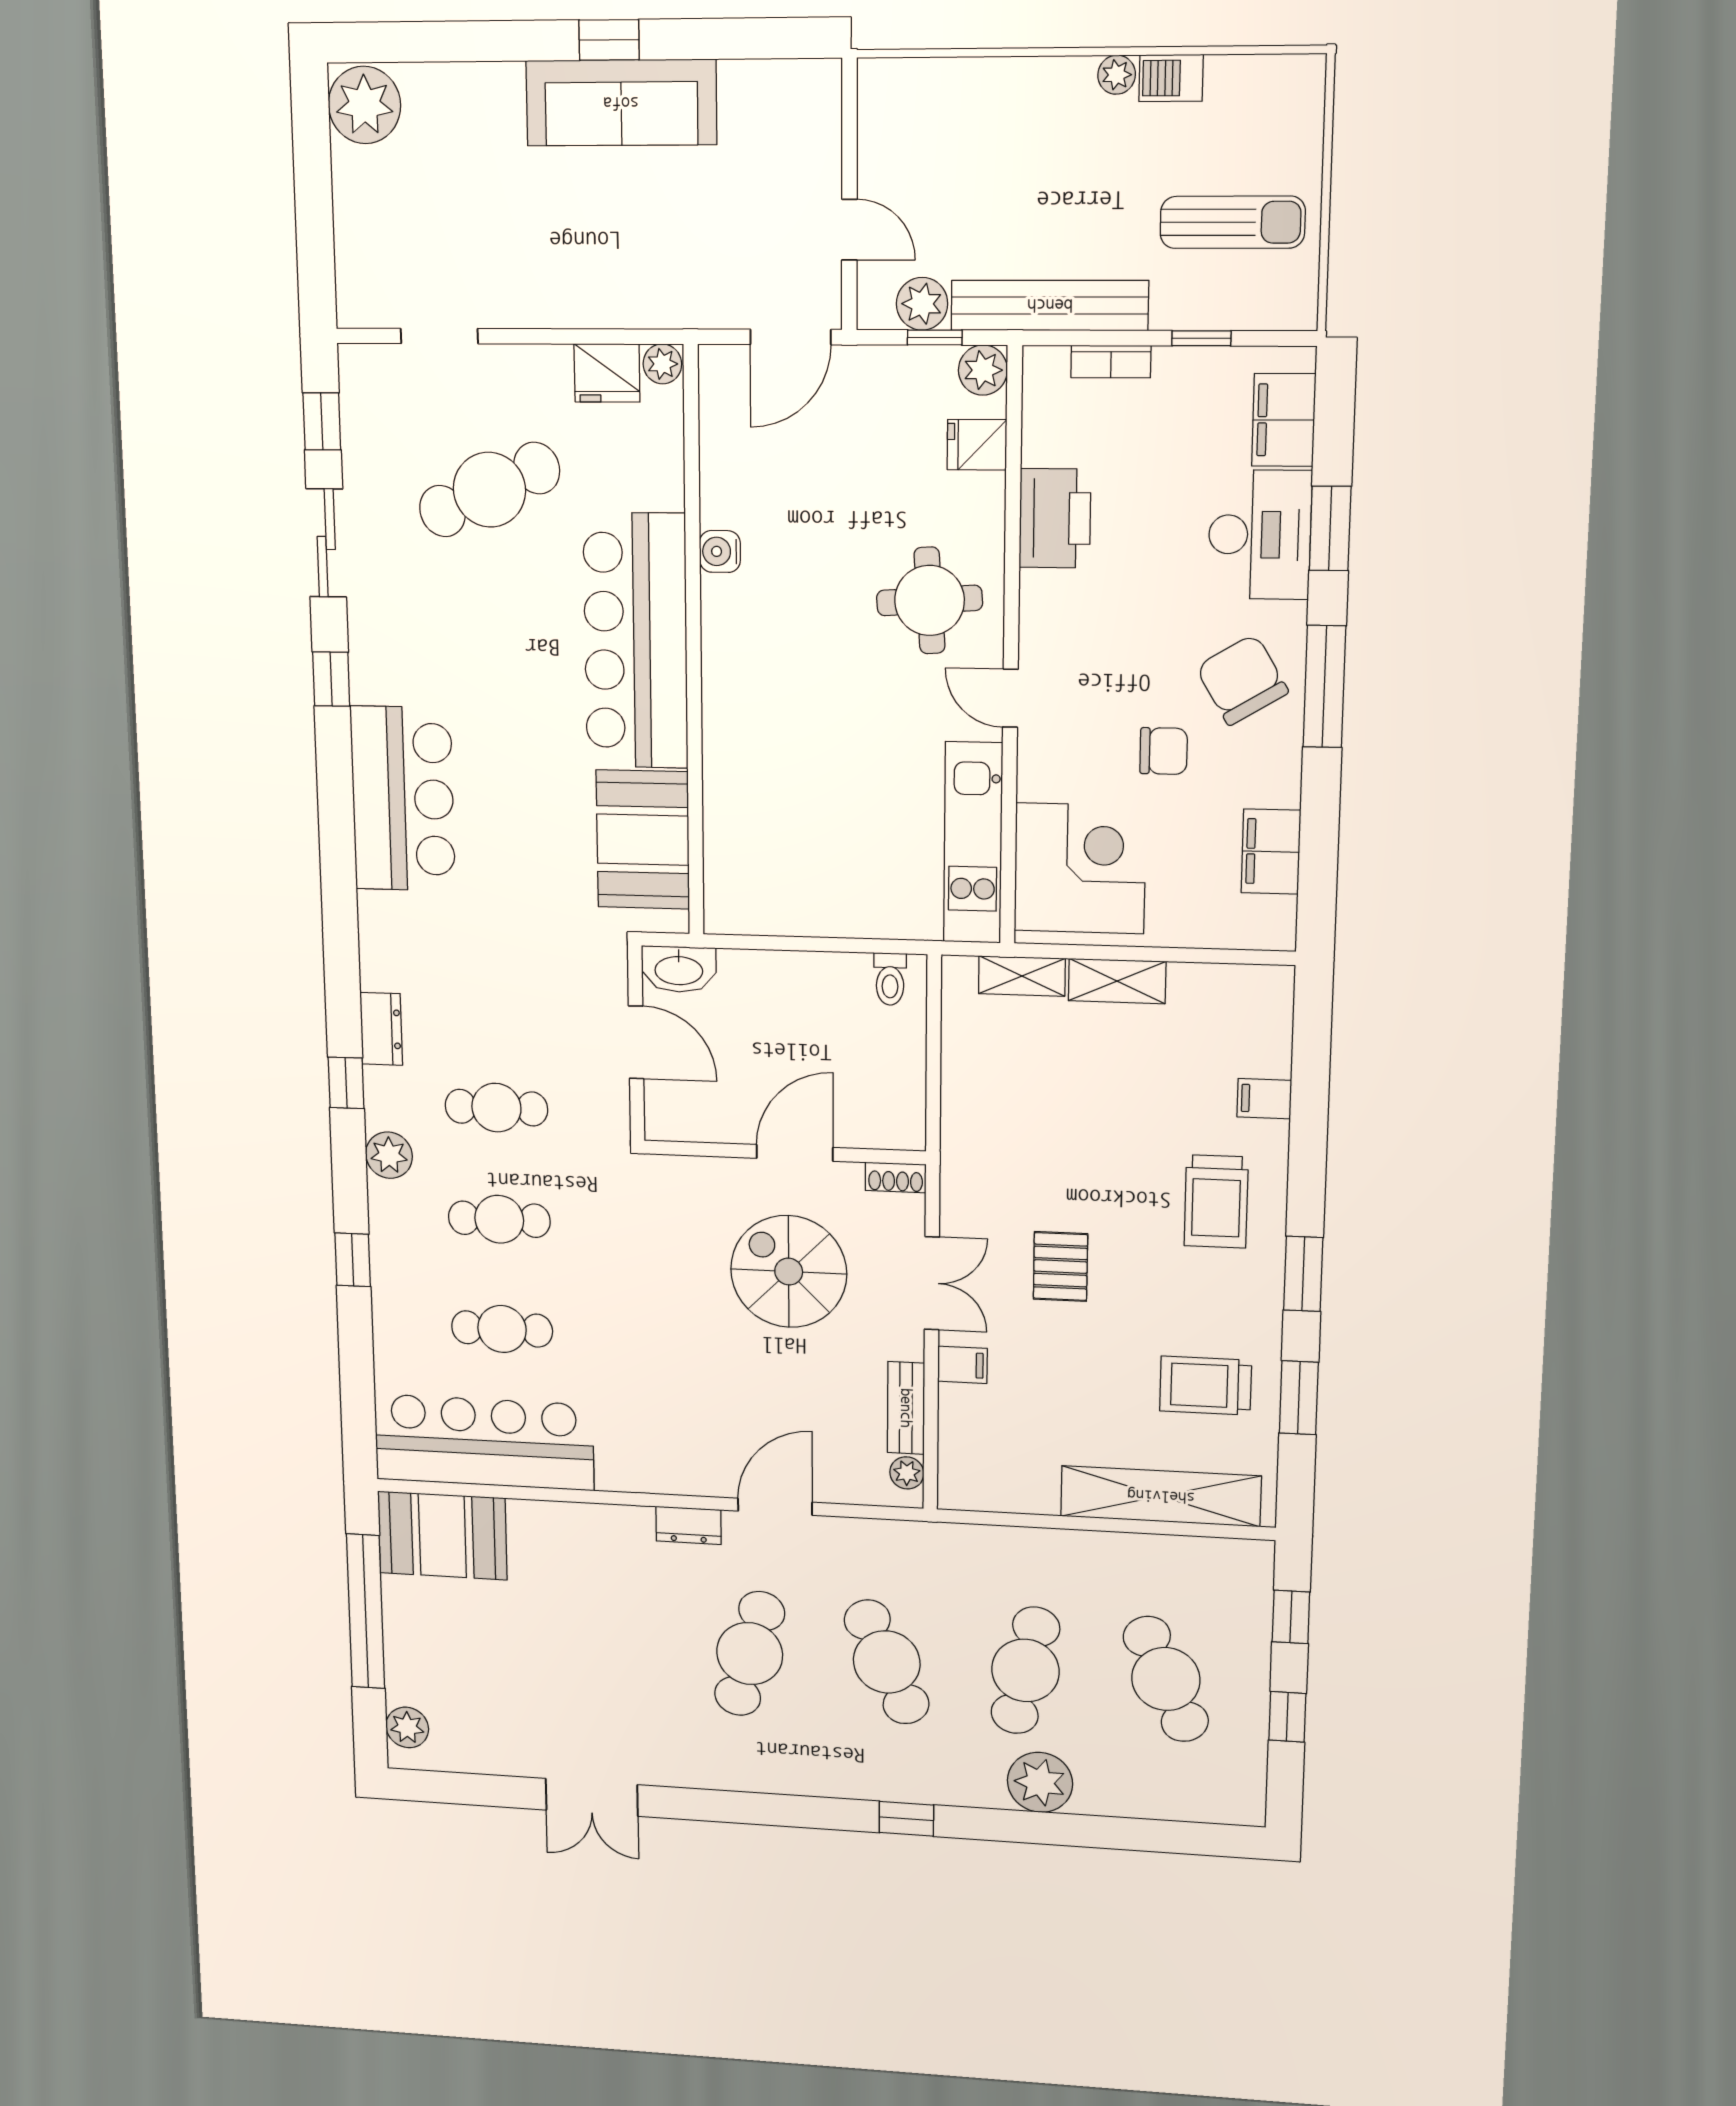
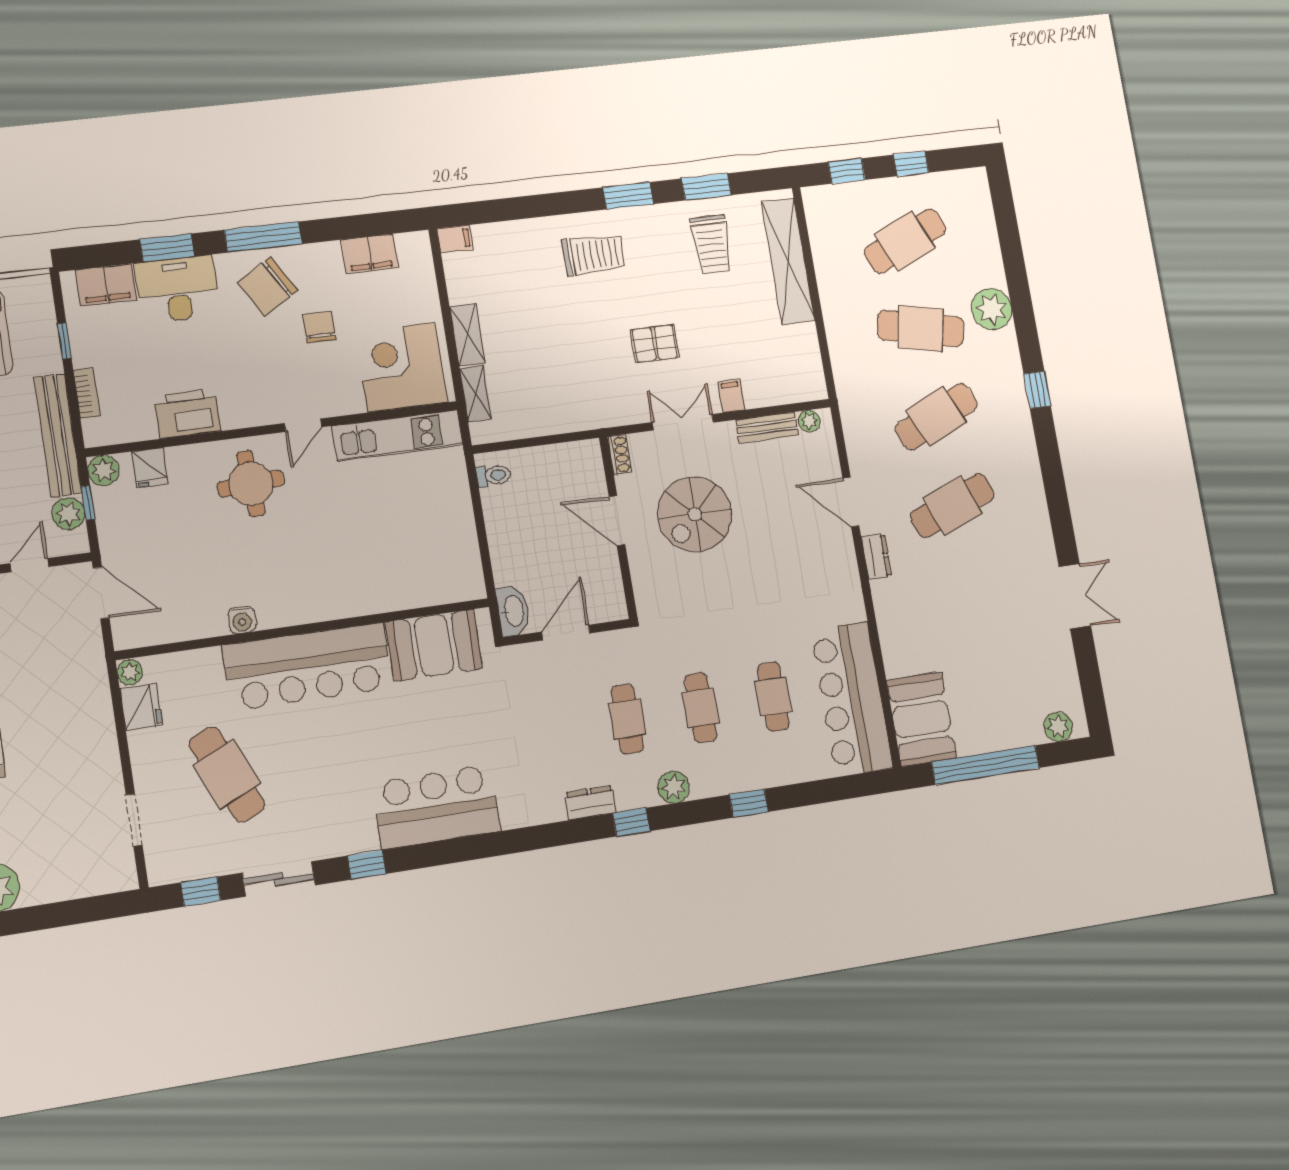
filing cabinet: (1264, 1099) -> (455, 239), moved, turned -90
cafe table: (750, 1654) -> (952, 505), turned -36

